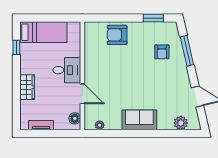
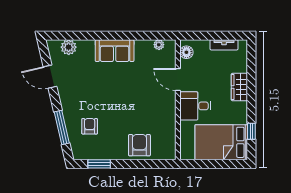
bed: (43, 32) -> (221, 142), width x1.50
armchair: (117, 35) -> (139, 145), turned -90

